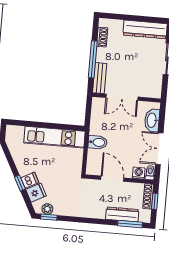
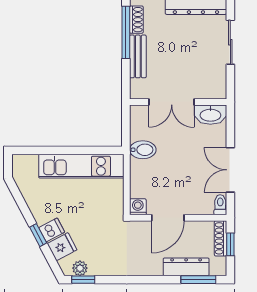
window: (93, 59) -> (126, 32), moved
bench: (100, 78) -> (138, 56), moved
washbasin: (152, 120) -> (210, 115), moved, turned -90
bidet: (98, 142) -> (143, 150), moved
washing machine: (139, 173) -> (138, 207), moved
door: (112, 179) -> (168, 218), swing flipped

